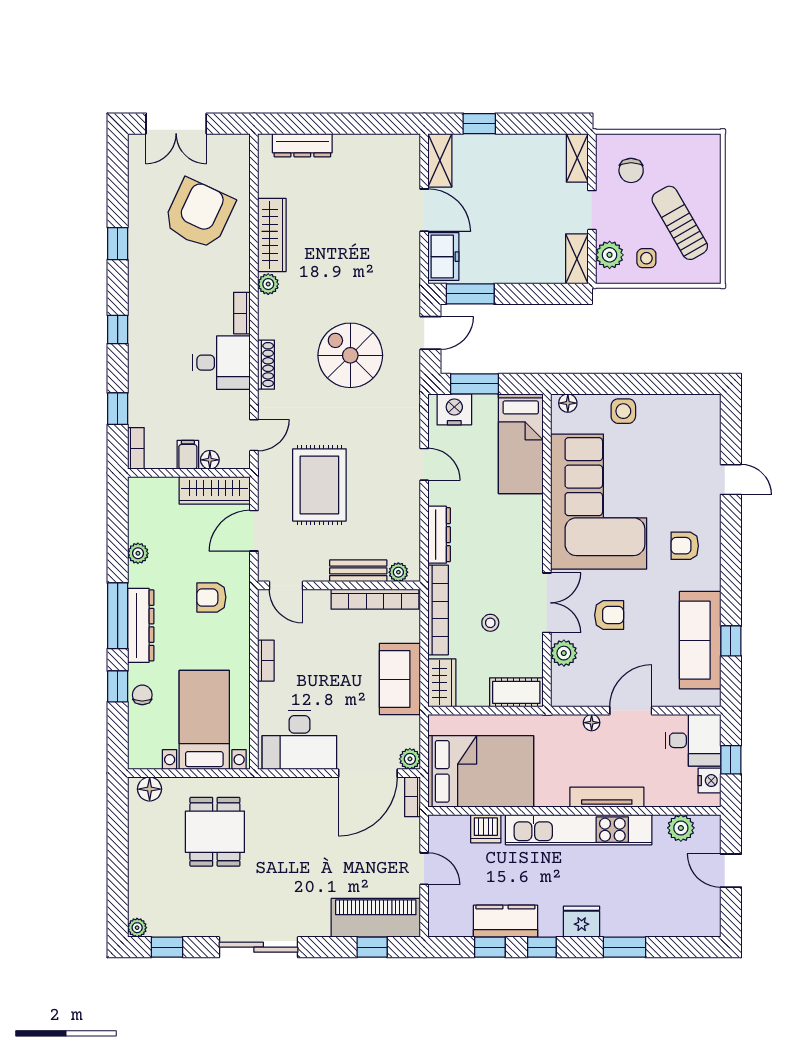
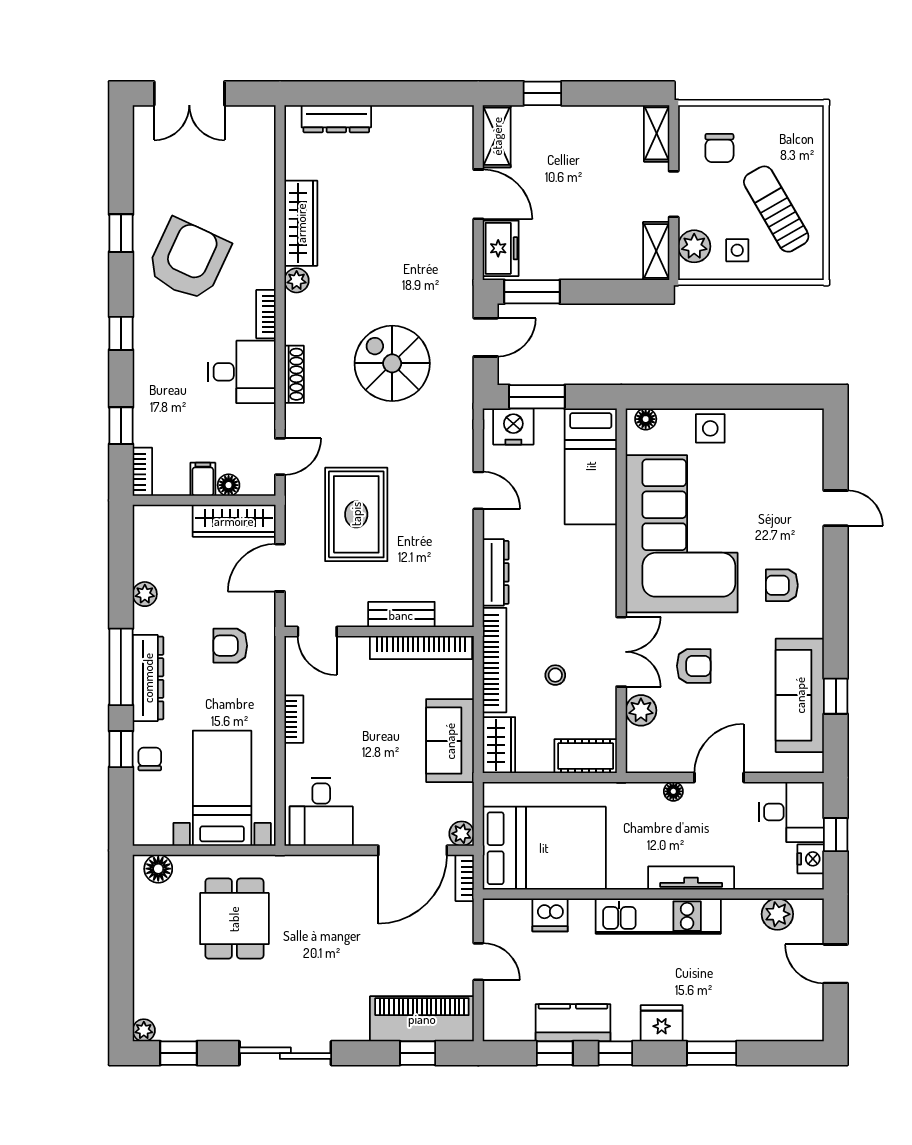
armchair: (199, 214) -> (188, 260), moved
plant: (398, 572) -> (448, 616), removed
desk: (299, 740) -> (321, 812), width x0.73
kitchen unit: (579, 830) -> (658, 916), width x0.73

